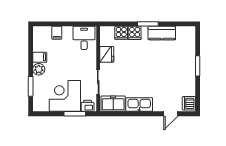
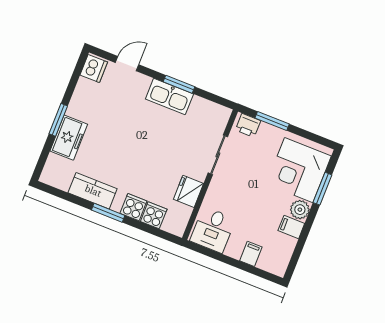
corner desk: (65, 96) -> (299, 170), moved, turned 90
freezer: (113, 104) -> (69, 138), moved, turned -90
window: (136, 114) -> (179, 84), added

